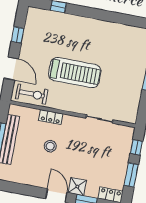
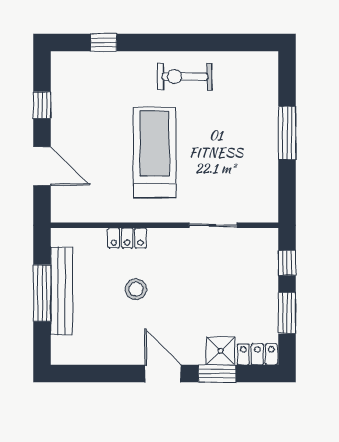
treadmill: (75, 73) -> (155, 152), turned -90
exercise bike: (32, 94) -> (185, 77), moved, turned 180
shower: (77, 187) -> (221, 351), moved

